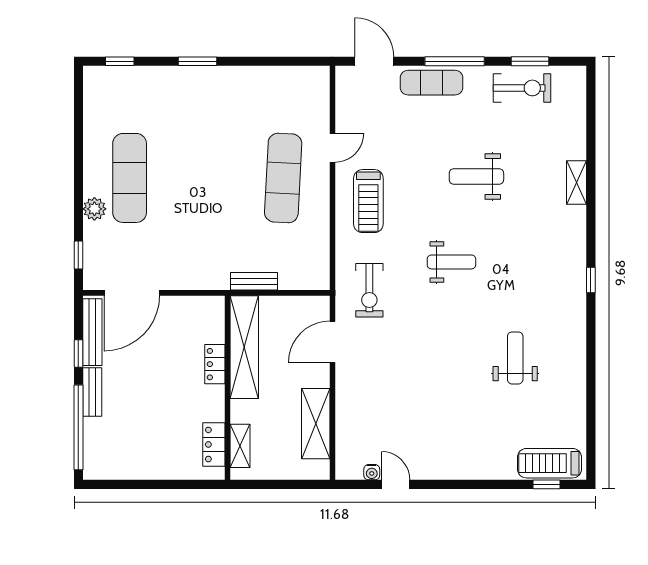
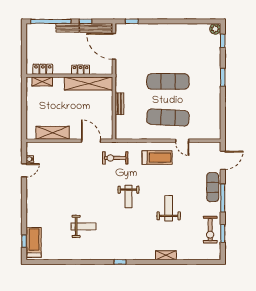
exercise mat: (130, 178) -> (168, 81), moved
treadmill: (368, 201) -> (157, 157), turned 180
plant: (94, 209) -> (215, 29), moved
shelving: (244, 347) -> (89, 84), moved
locker: (215, 364) -> (81, 70), moved
wall: (228, 388) -> (69, 76), moved
locker: (214, 444) -> (43, 69), moved
shelving: (240, 446) -> (42, 82), moved

